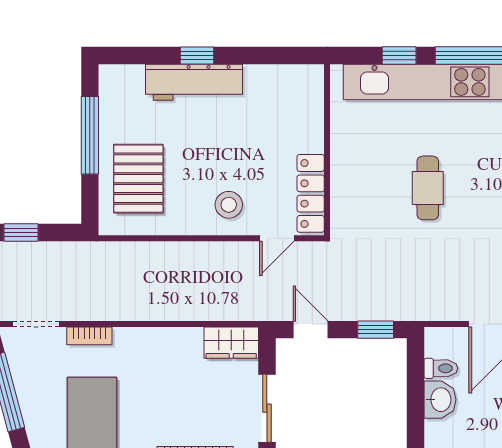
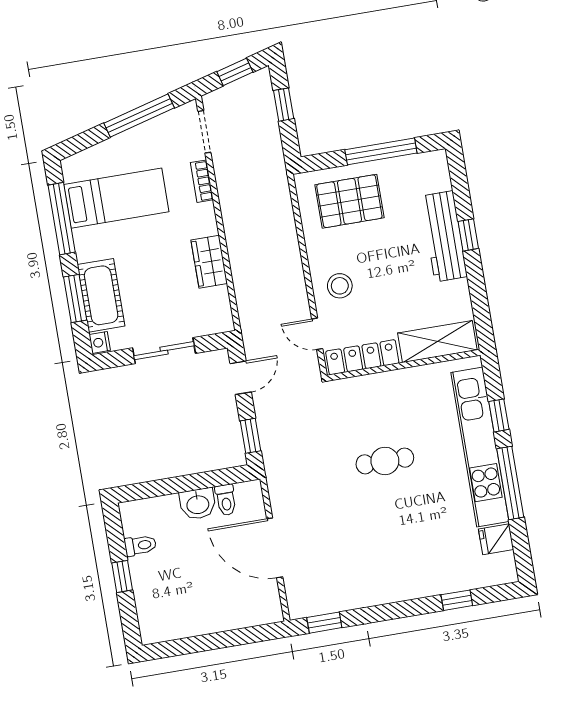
shelving: (307, 109) -> (437, 342), added
wardrobe: (231, 343) -> (209, 262), moved

